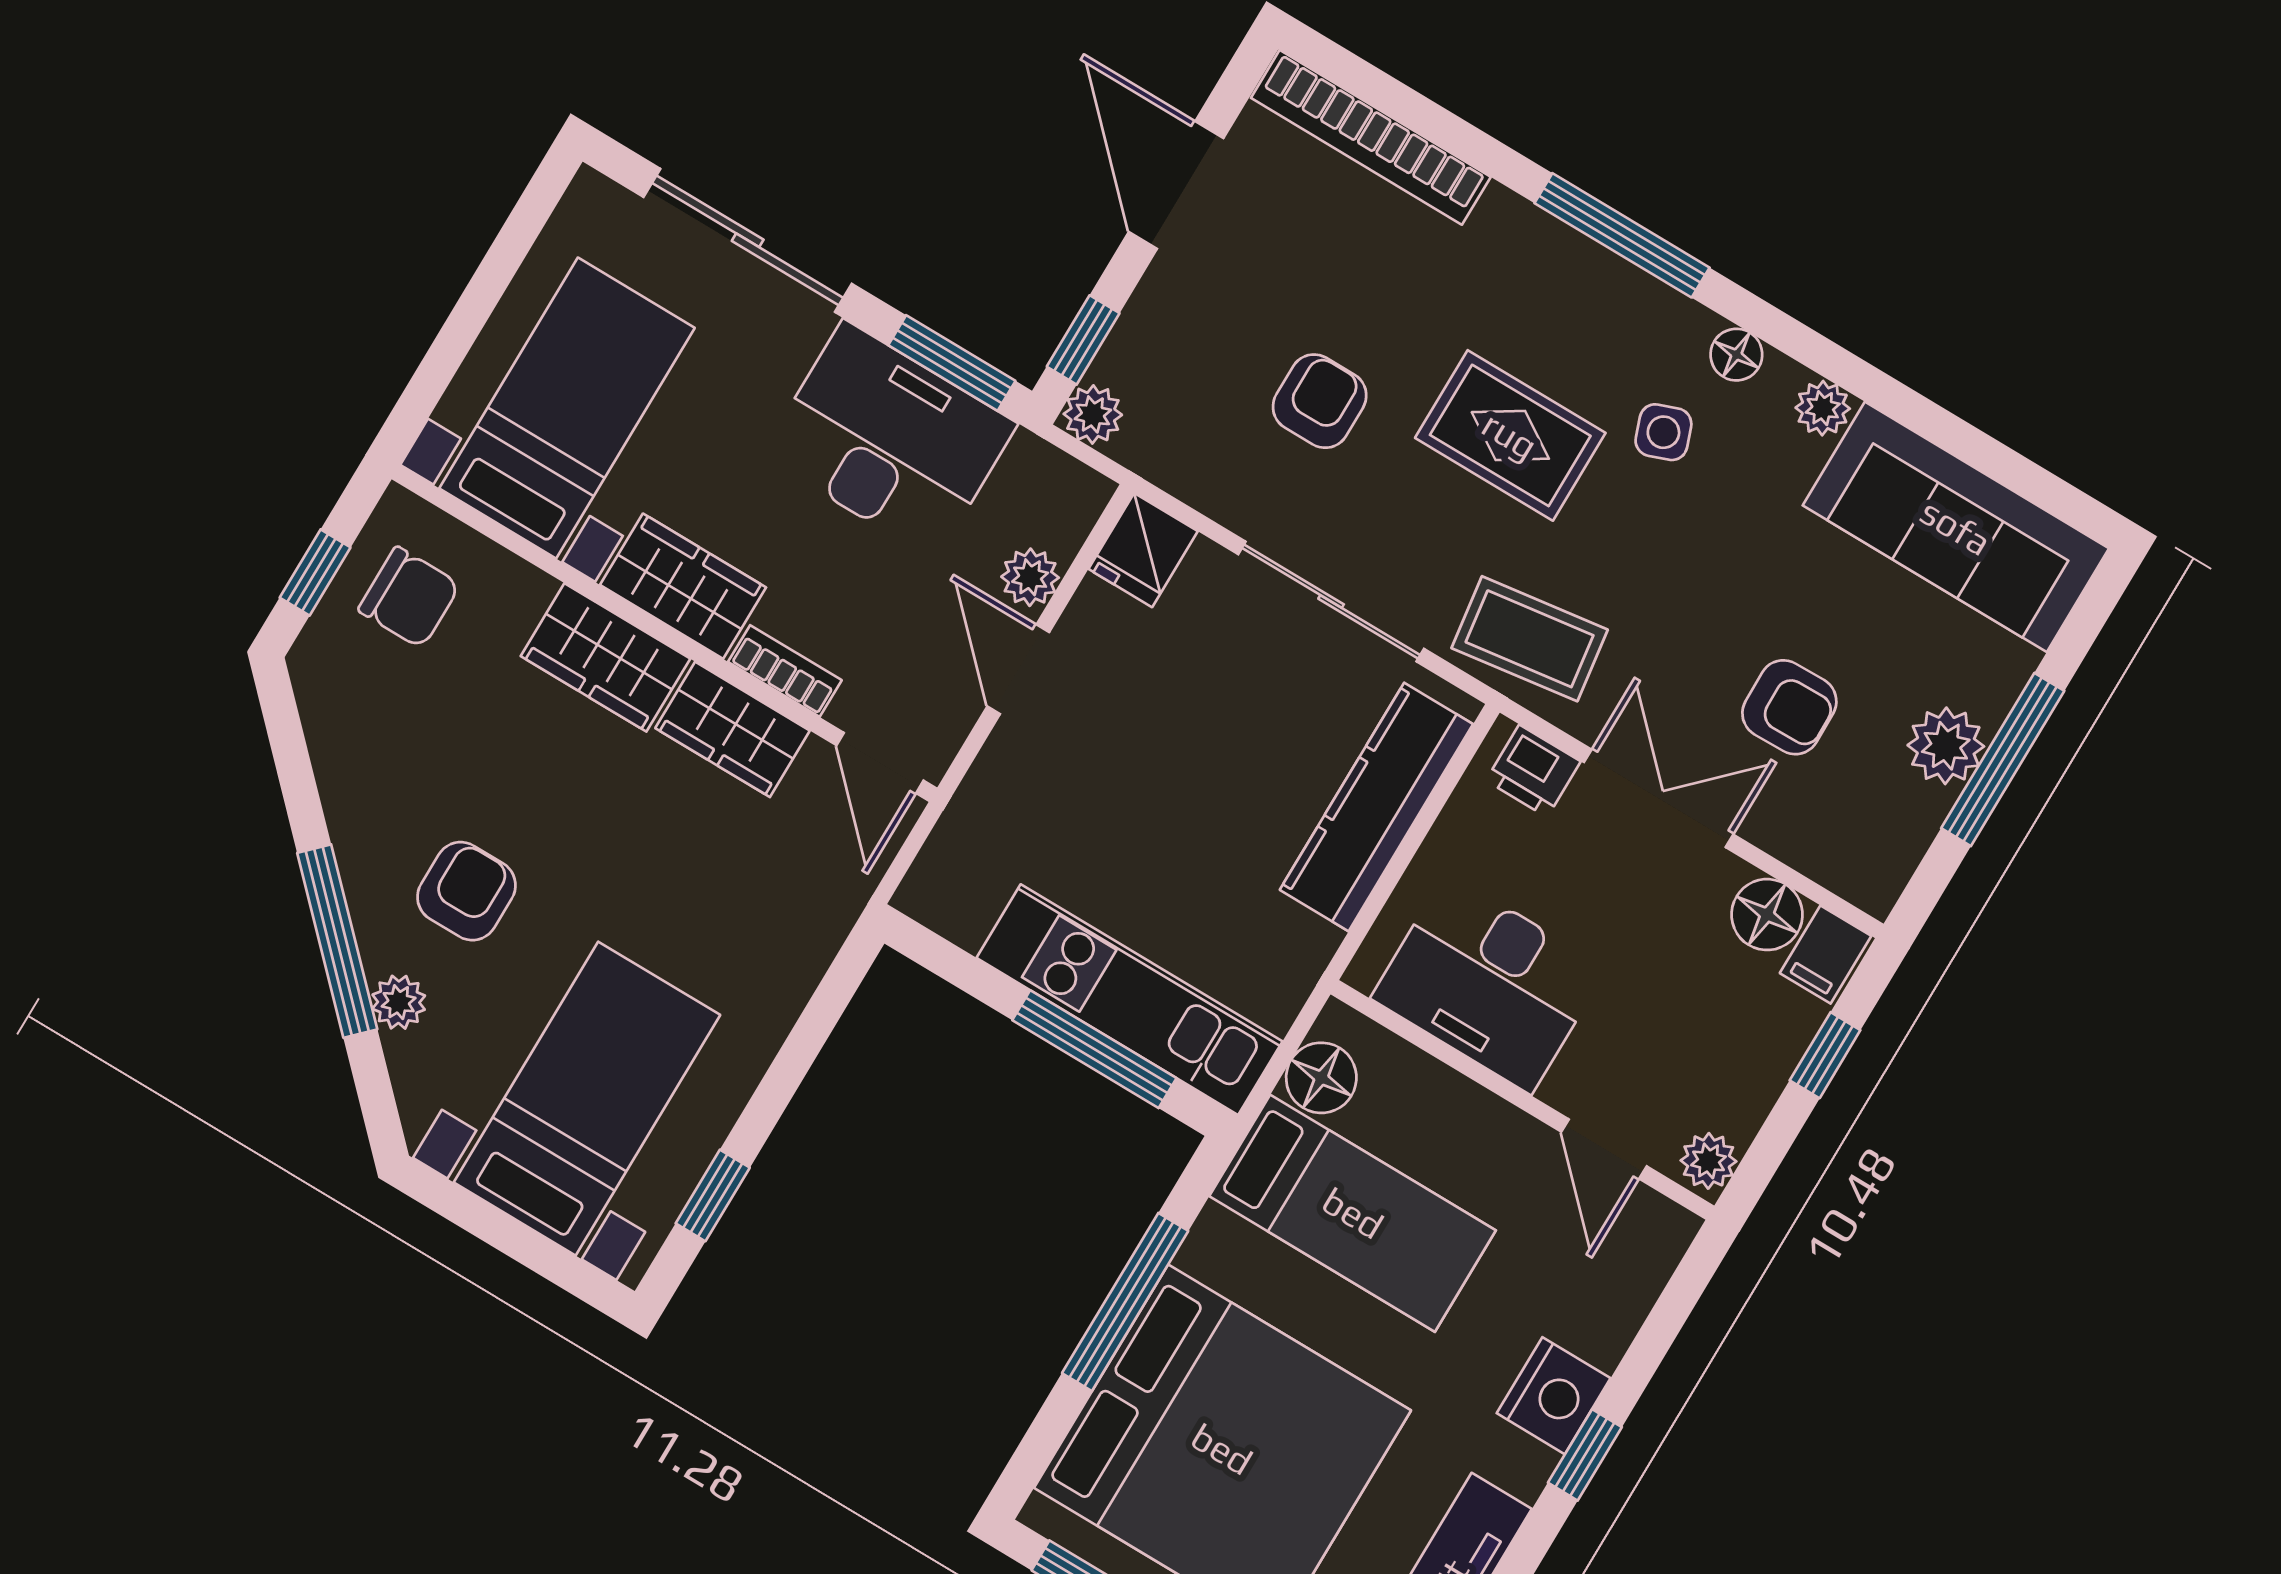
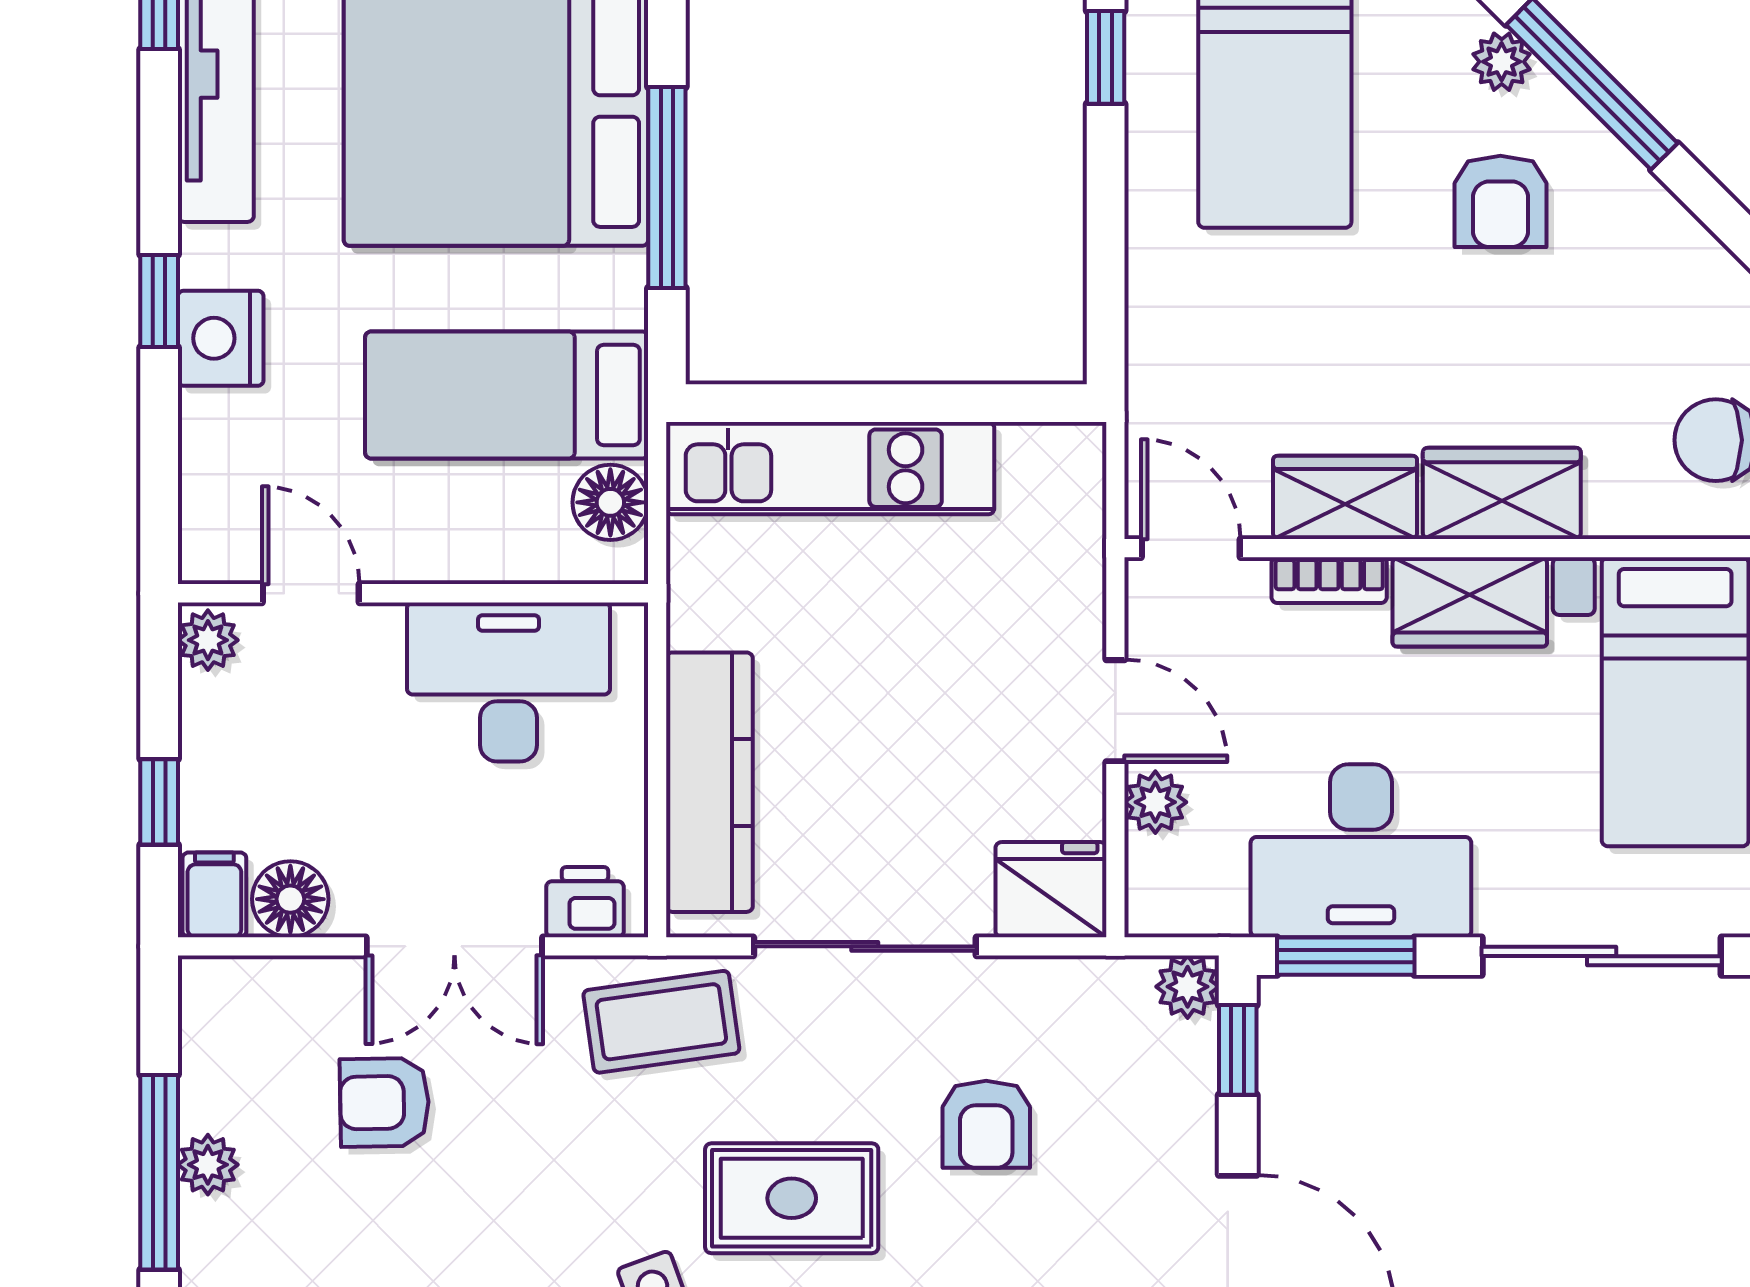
fridge: (1143, 550) -> (1051, 890), width x1.38
plant: (1946, 746) -> (208, 1165), width x0.73, depth x0.73
window: (1094, 1049) -> (835, 403), removed

